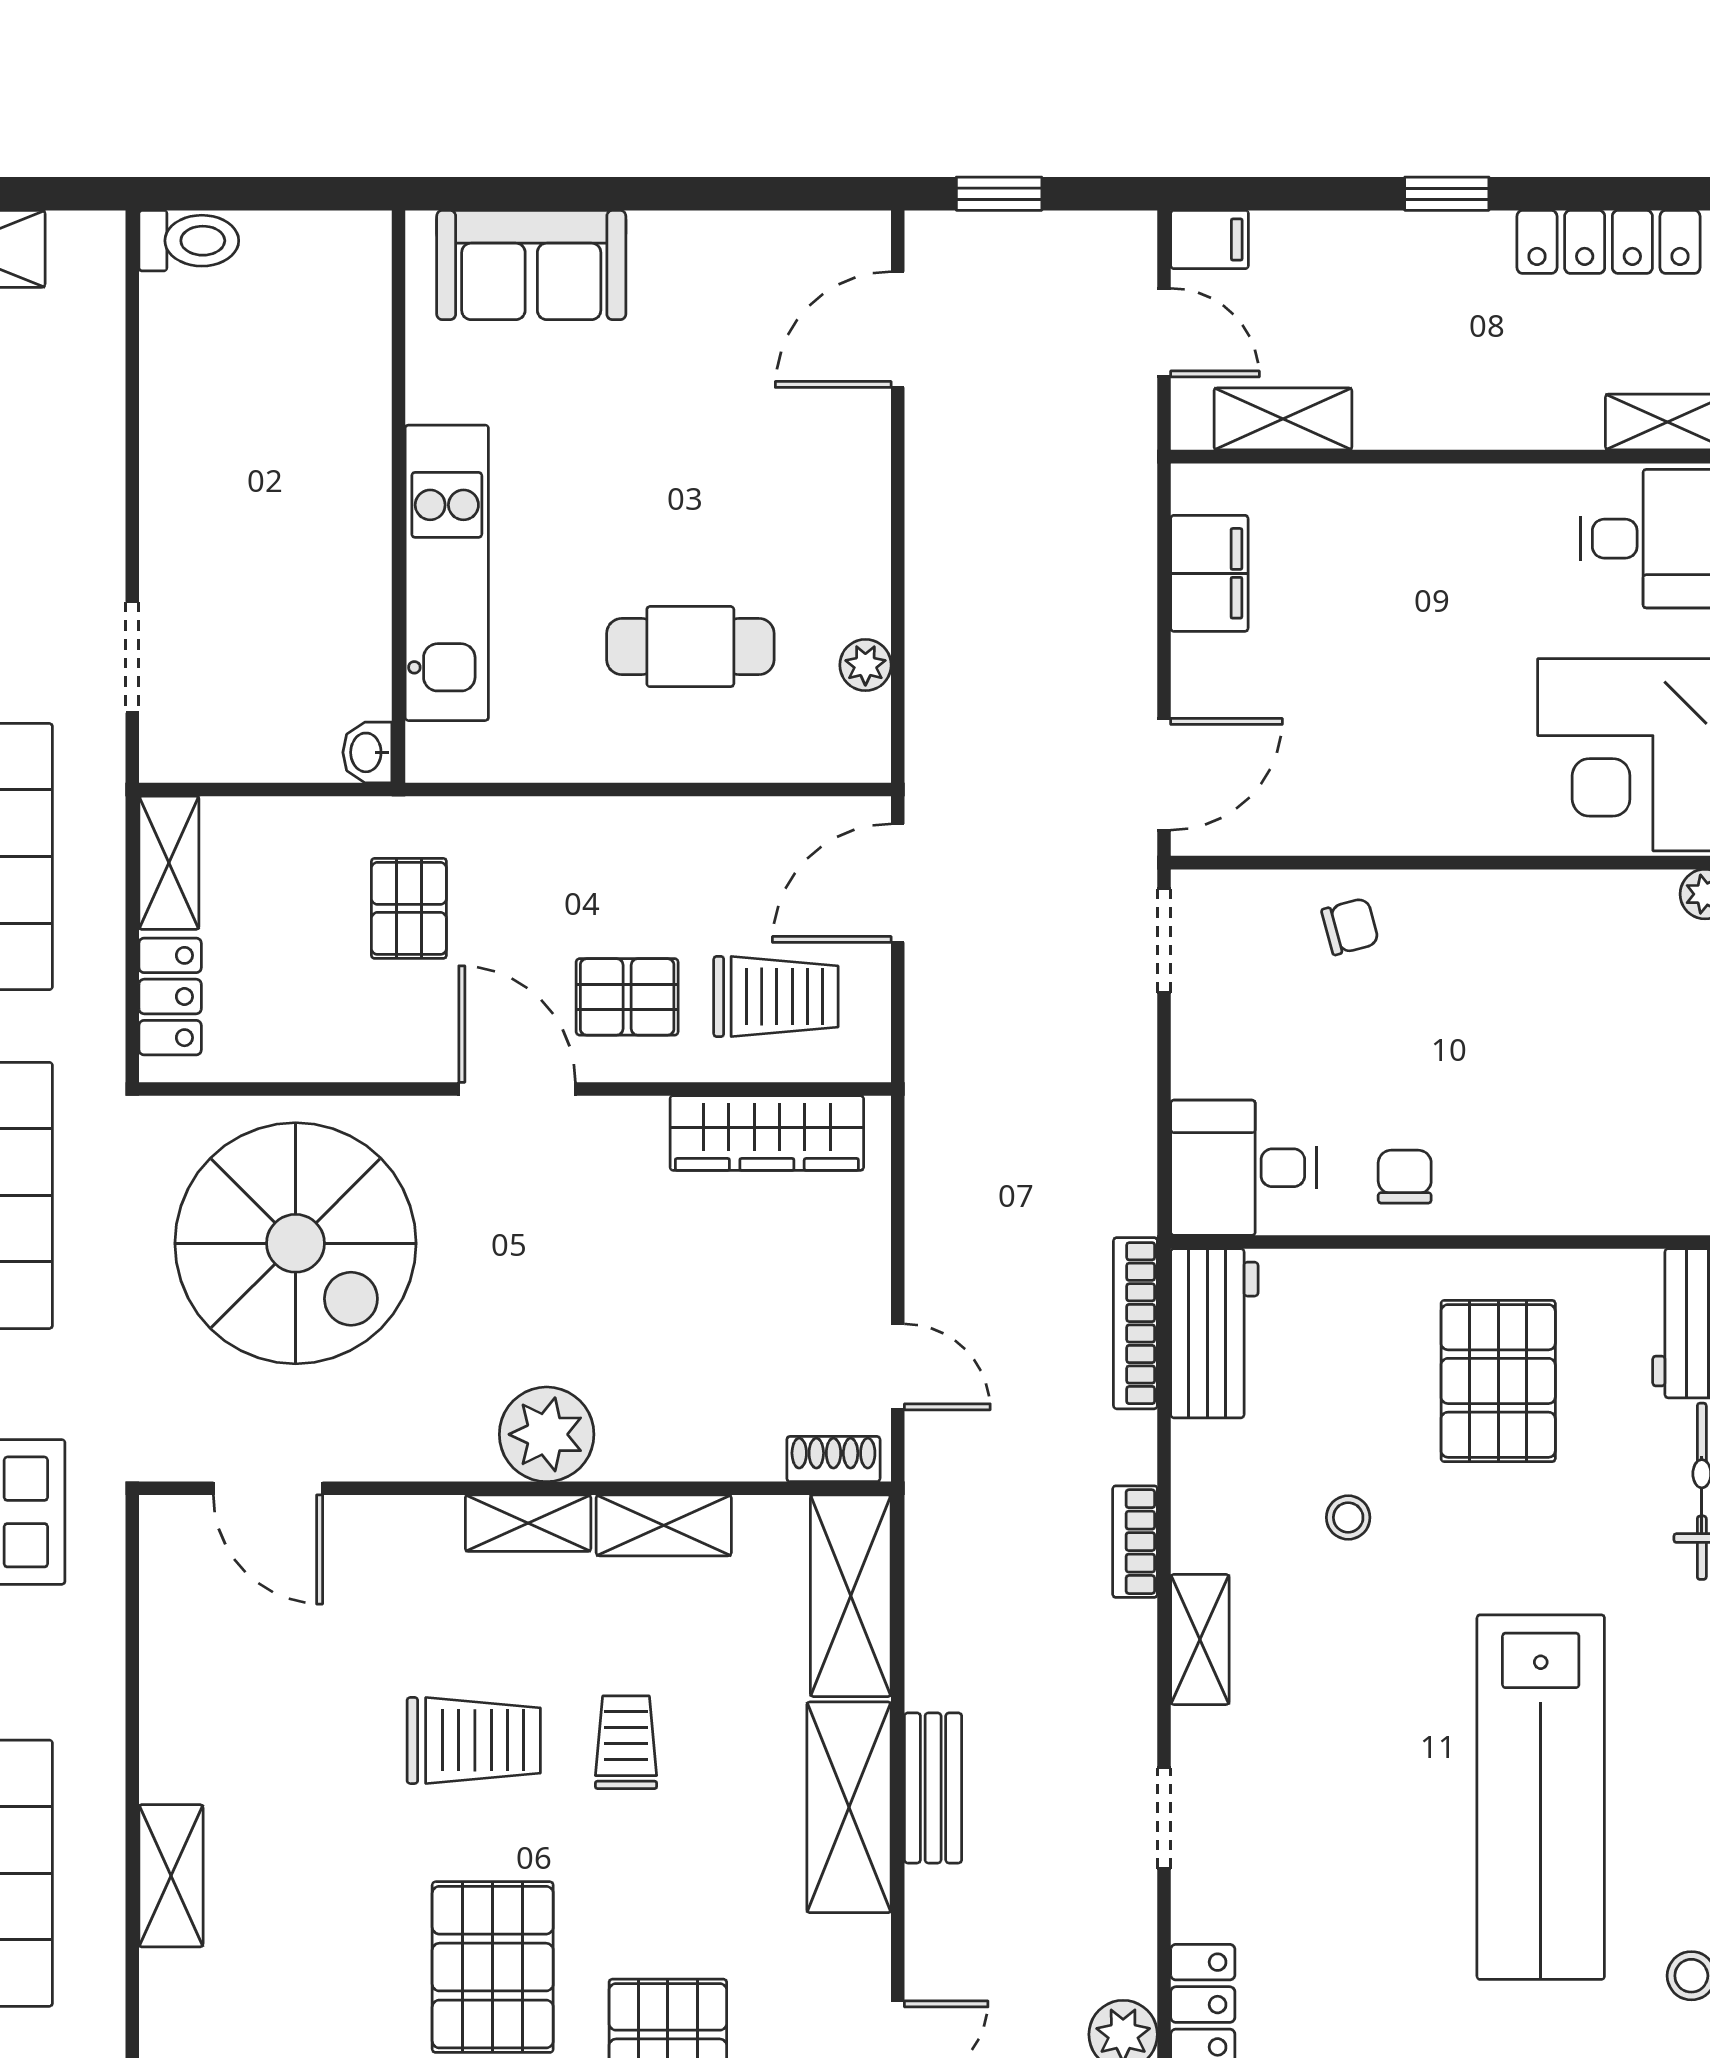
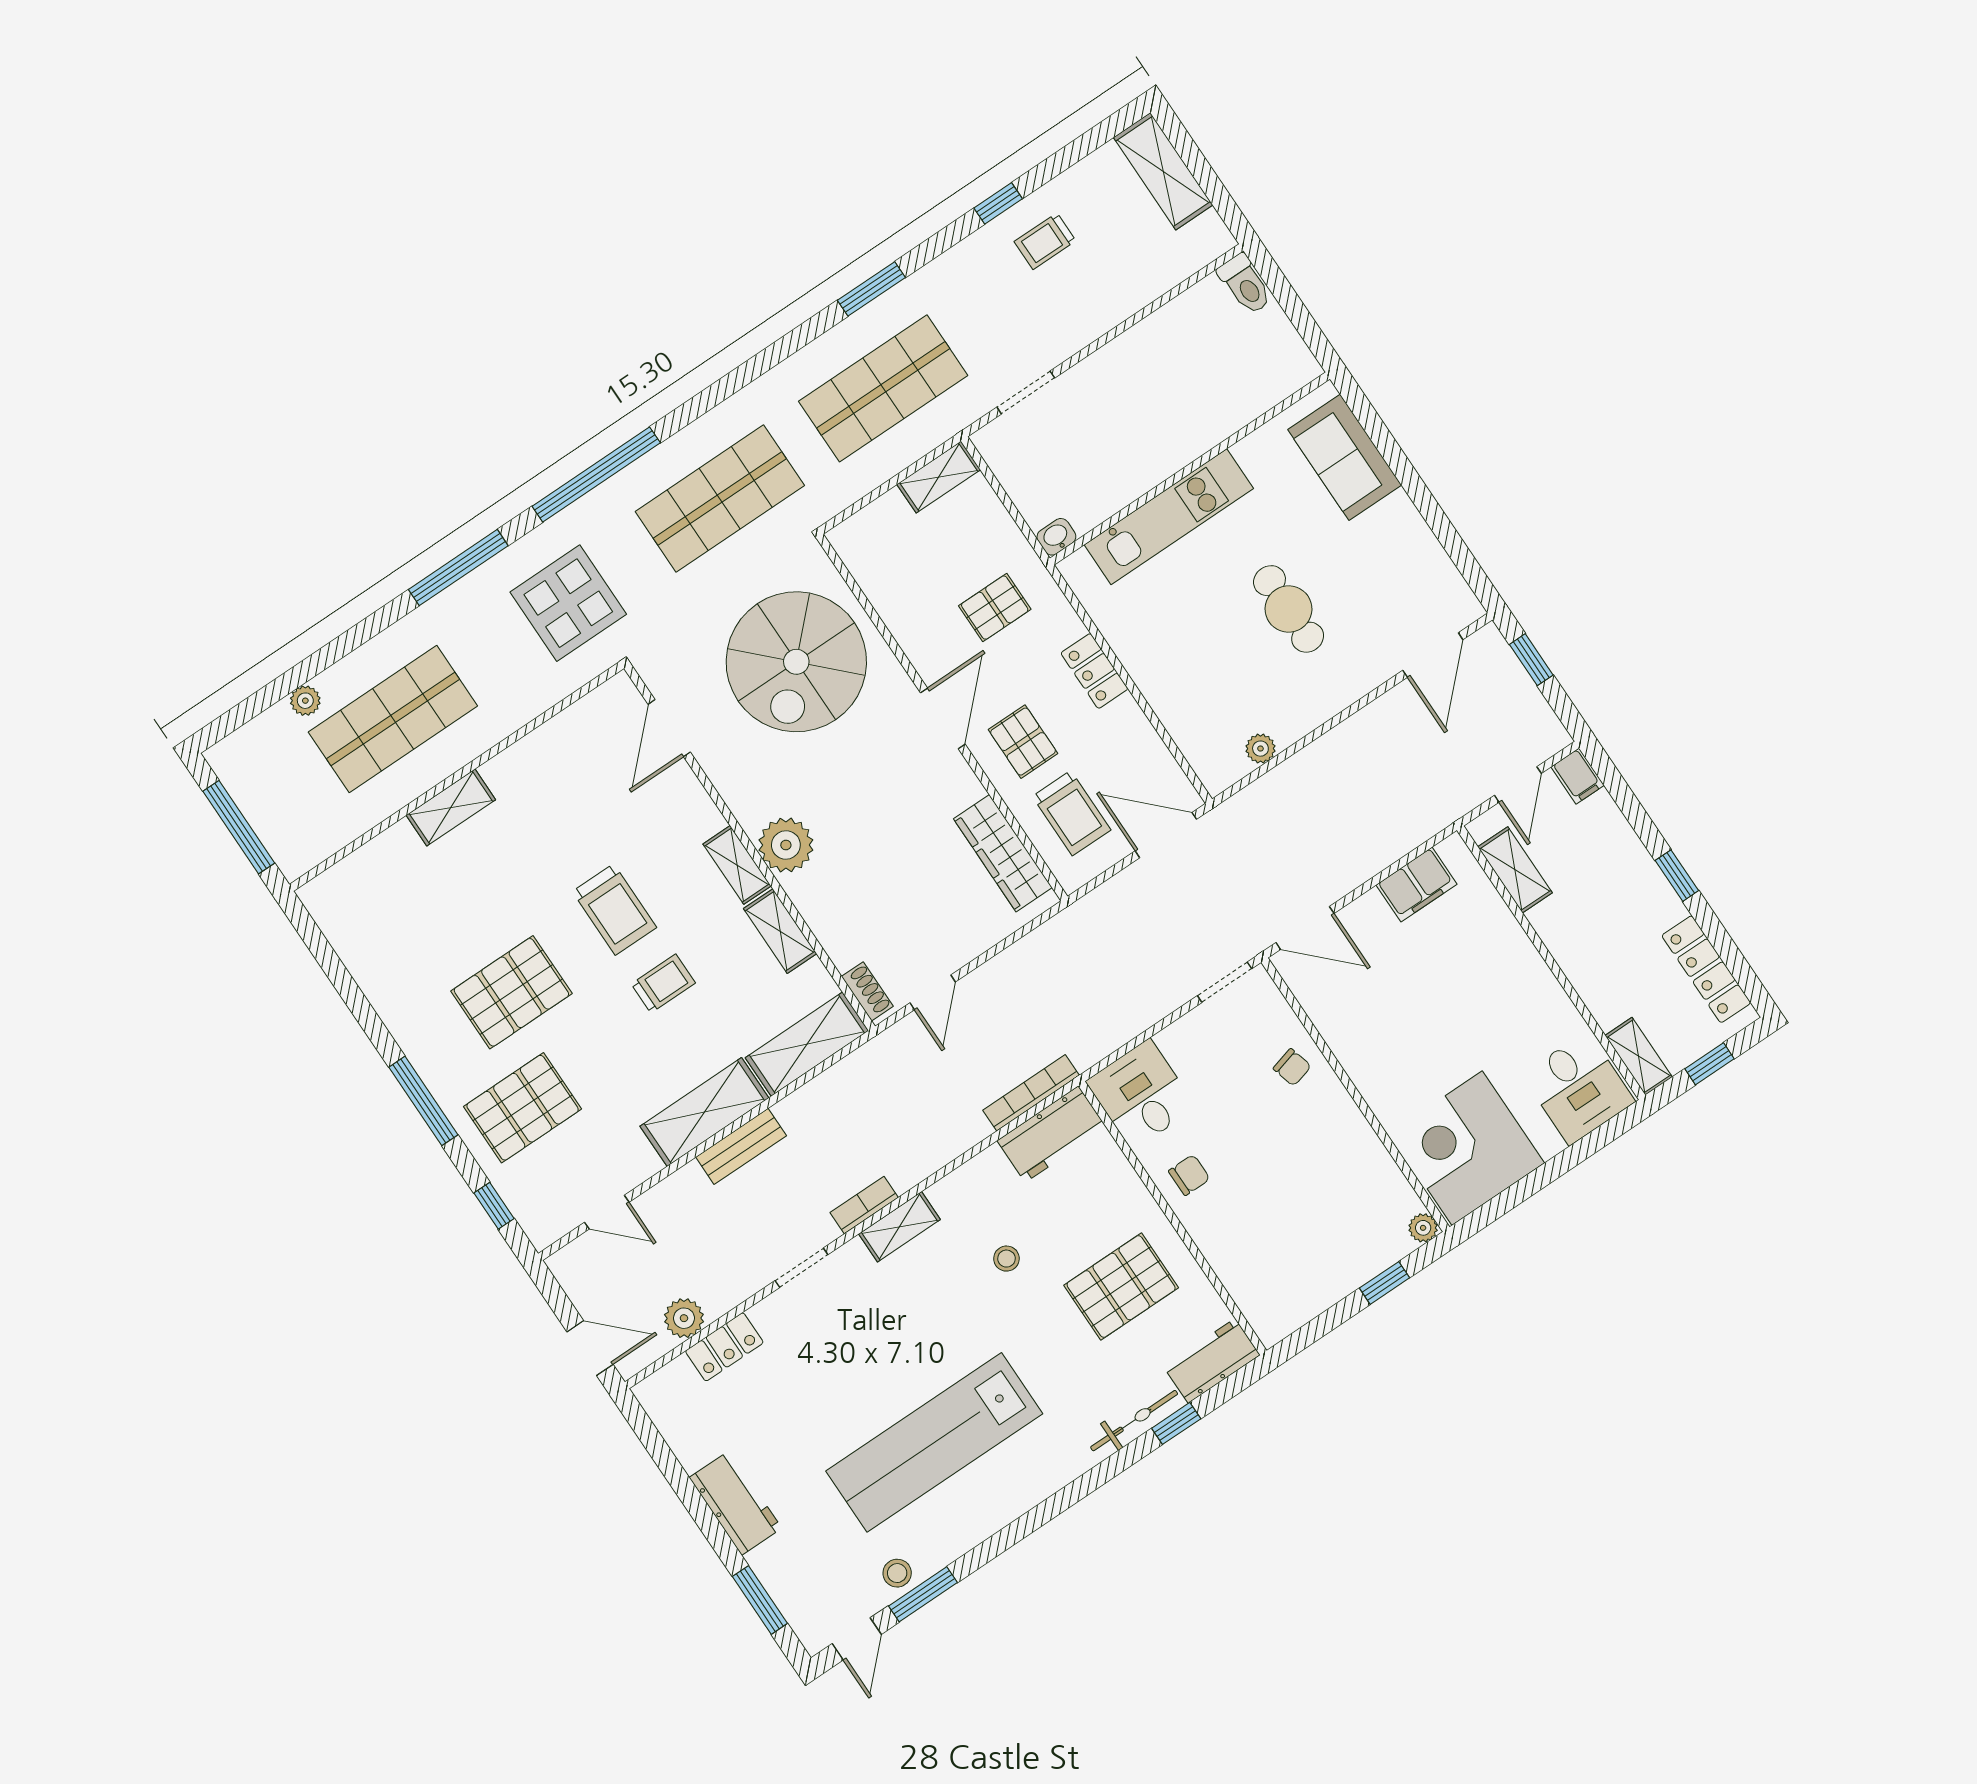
door: (898, 330) -> (1433, 655), swing flipped
cafe table: (690, 647) -> (1289, 609), moved
locker: (170, 997) -> (1094, 671), moved, turned 90
bookcase: (1135, 1542) -> (864, 1205), moved

